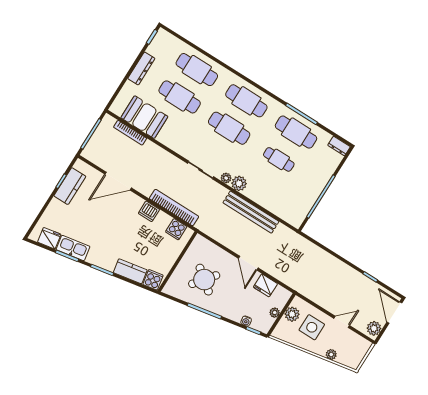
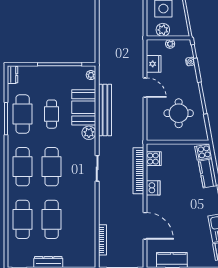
booth: (144, 117) -> (84, 107), moved
plant: (226, 178) -> (91, 75), moved
door: (248, 263) -> (145, 88), hinge flipped
round table: (204, 280) -> (179, 113), turned -38

